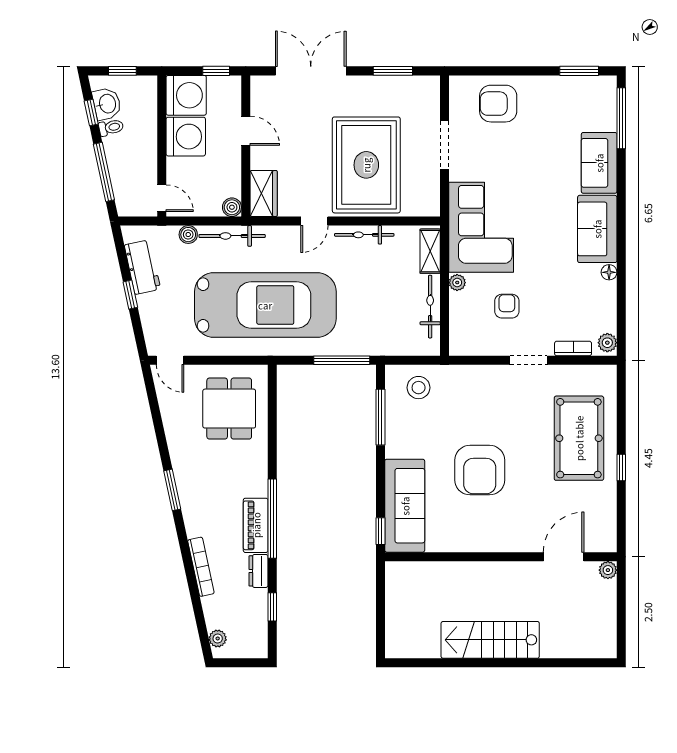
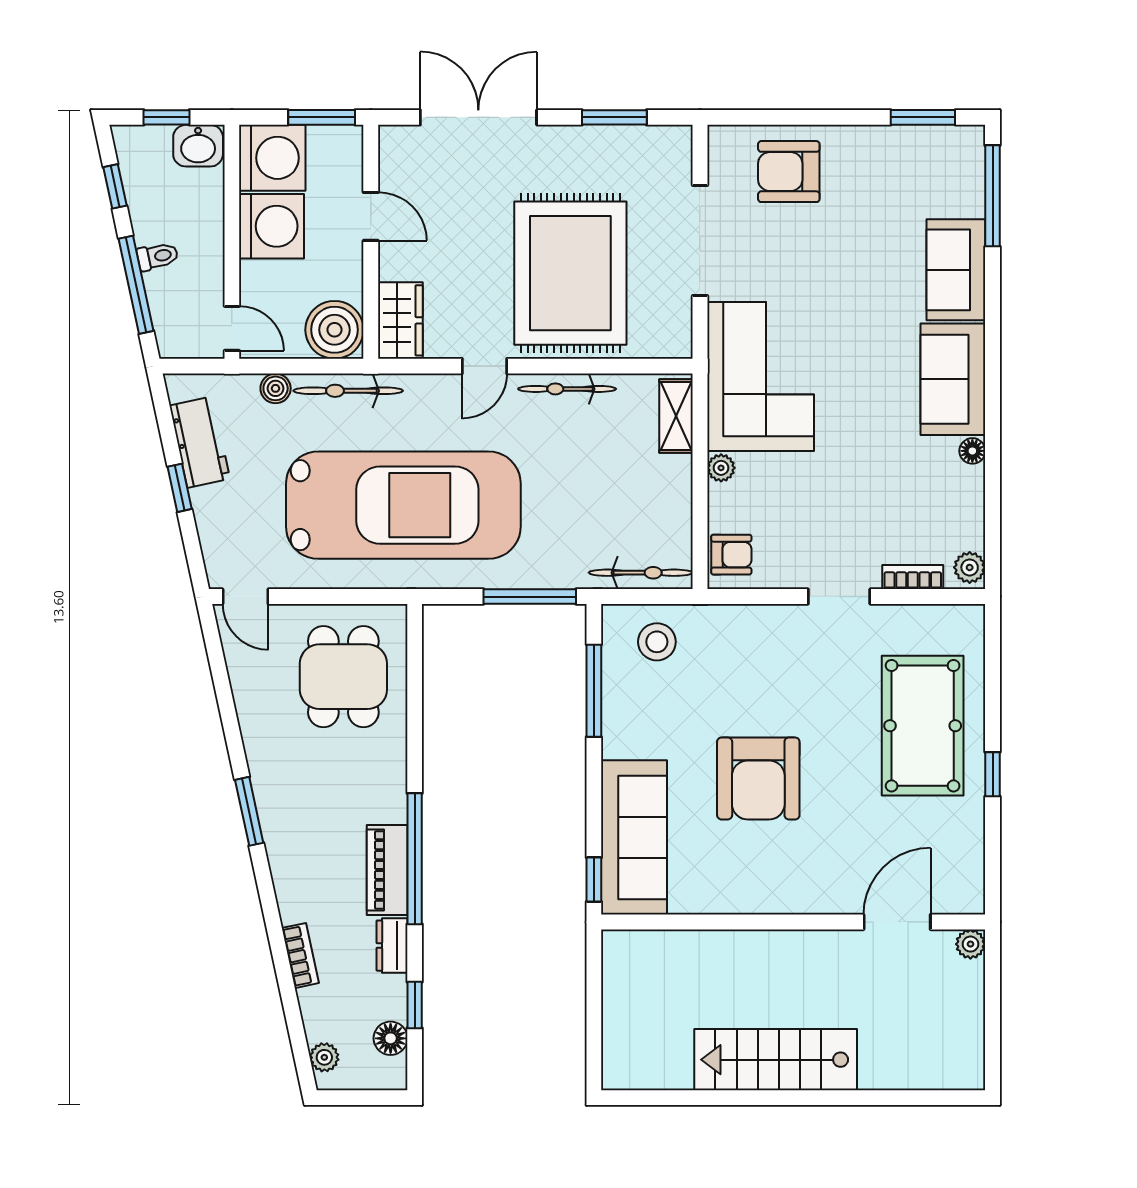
window: (216, 71) -> (322, 117), width x1.50
washbasin: (107, 104) -> (198, 146), moved, turned 102
toilet: (111, 127) -> (158, 256), moved
doorway: (445, 145) -> (700, 240), width x1.36
boiler: (232, 207) -> (334, 330), width x1.86, depth x1.86
armchair: (507, 306) -> (731, 555), moved, turned 90
bicycle: (430, 307) -> (641, 573), moved, turned 90
bookcase: (201, 567) -> (300, 956), width x0.64
floor lamp: (258, 627) -> (391, 1038), added

